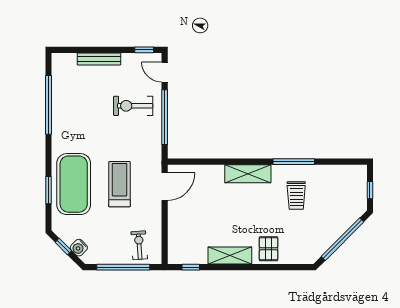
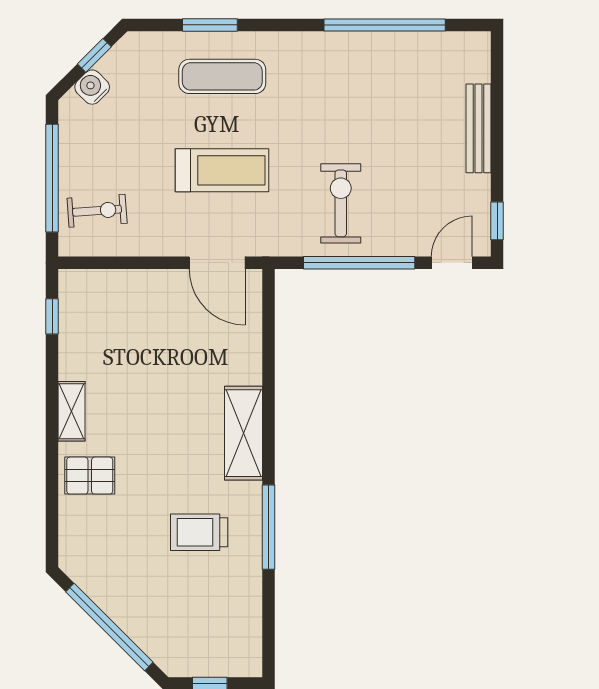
exercise bike: (133, 106) -> (341, 203), moved
exercise mat: (74, 184) -> (222, 76), width x0.50, depth x0.69
shelving: (230, 255) -> (72, 411), width x0.67, depth x0.75

